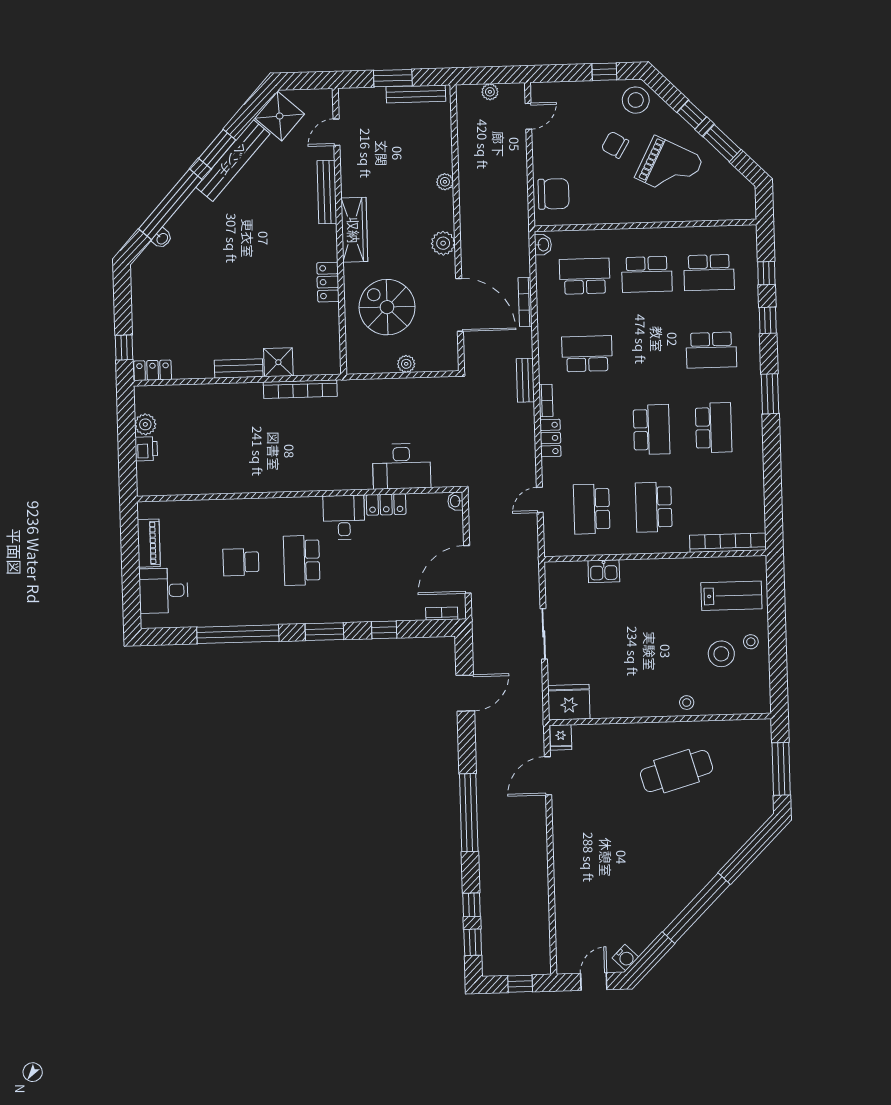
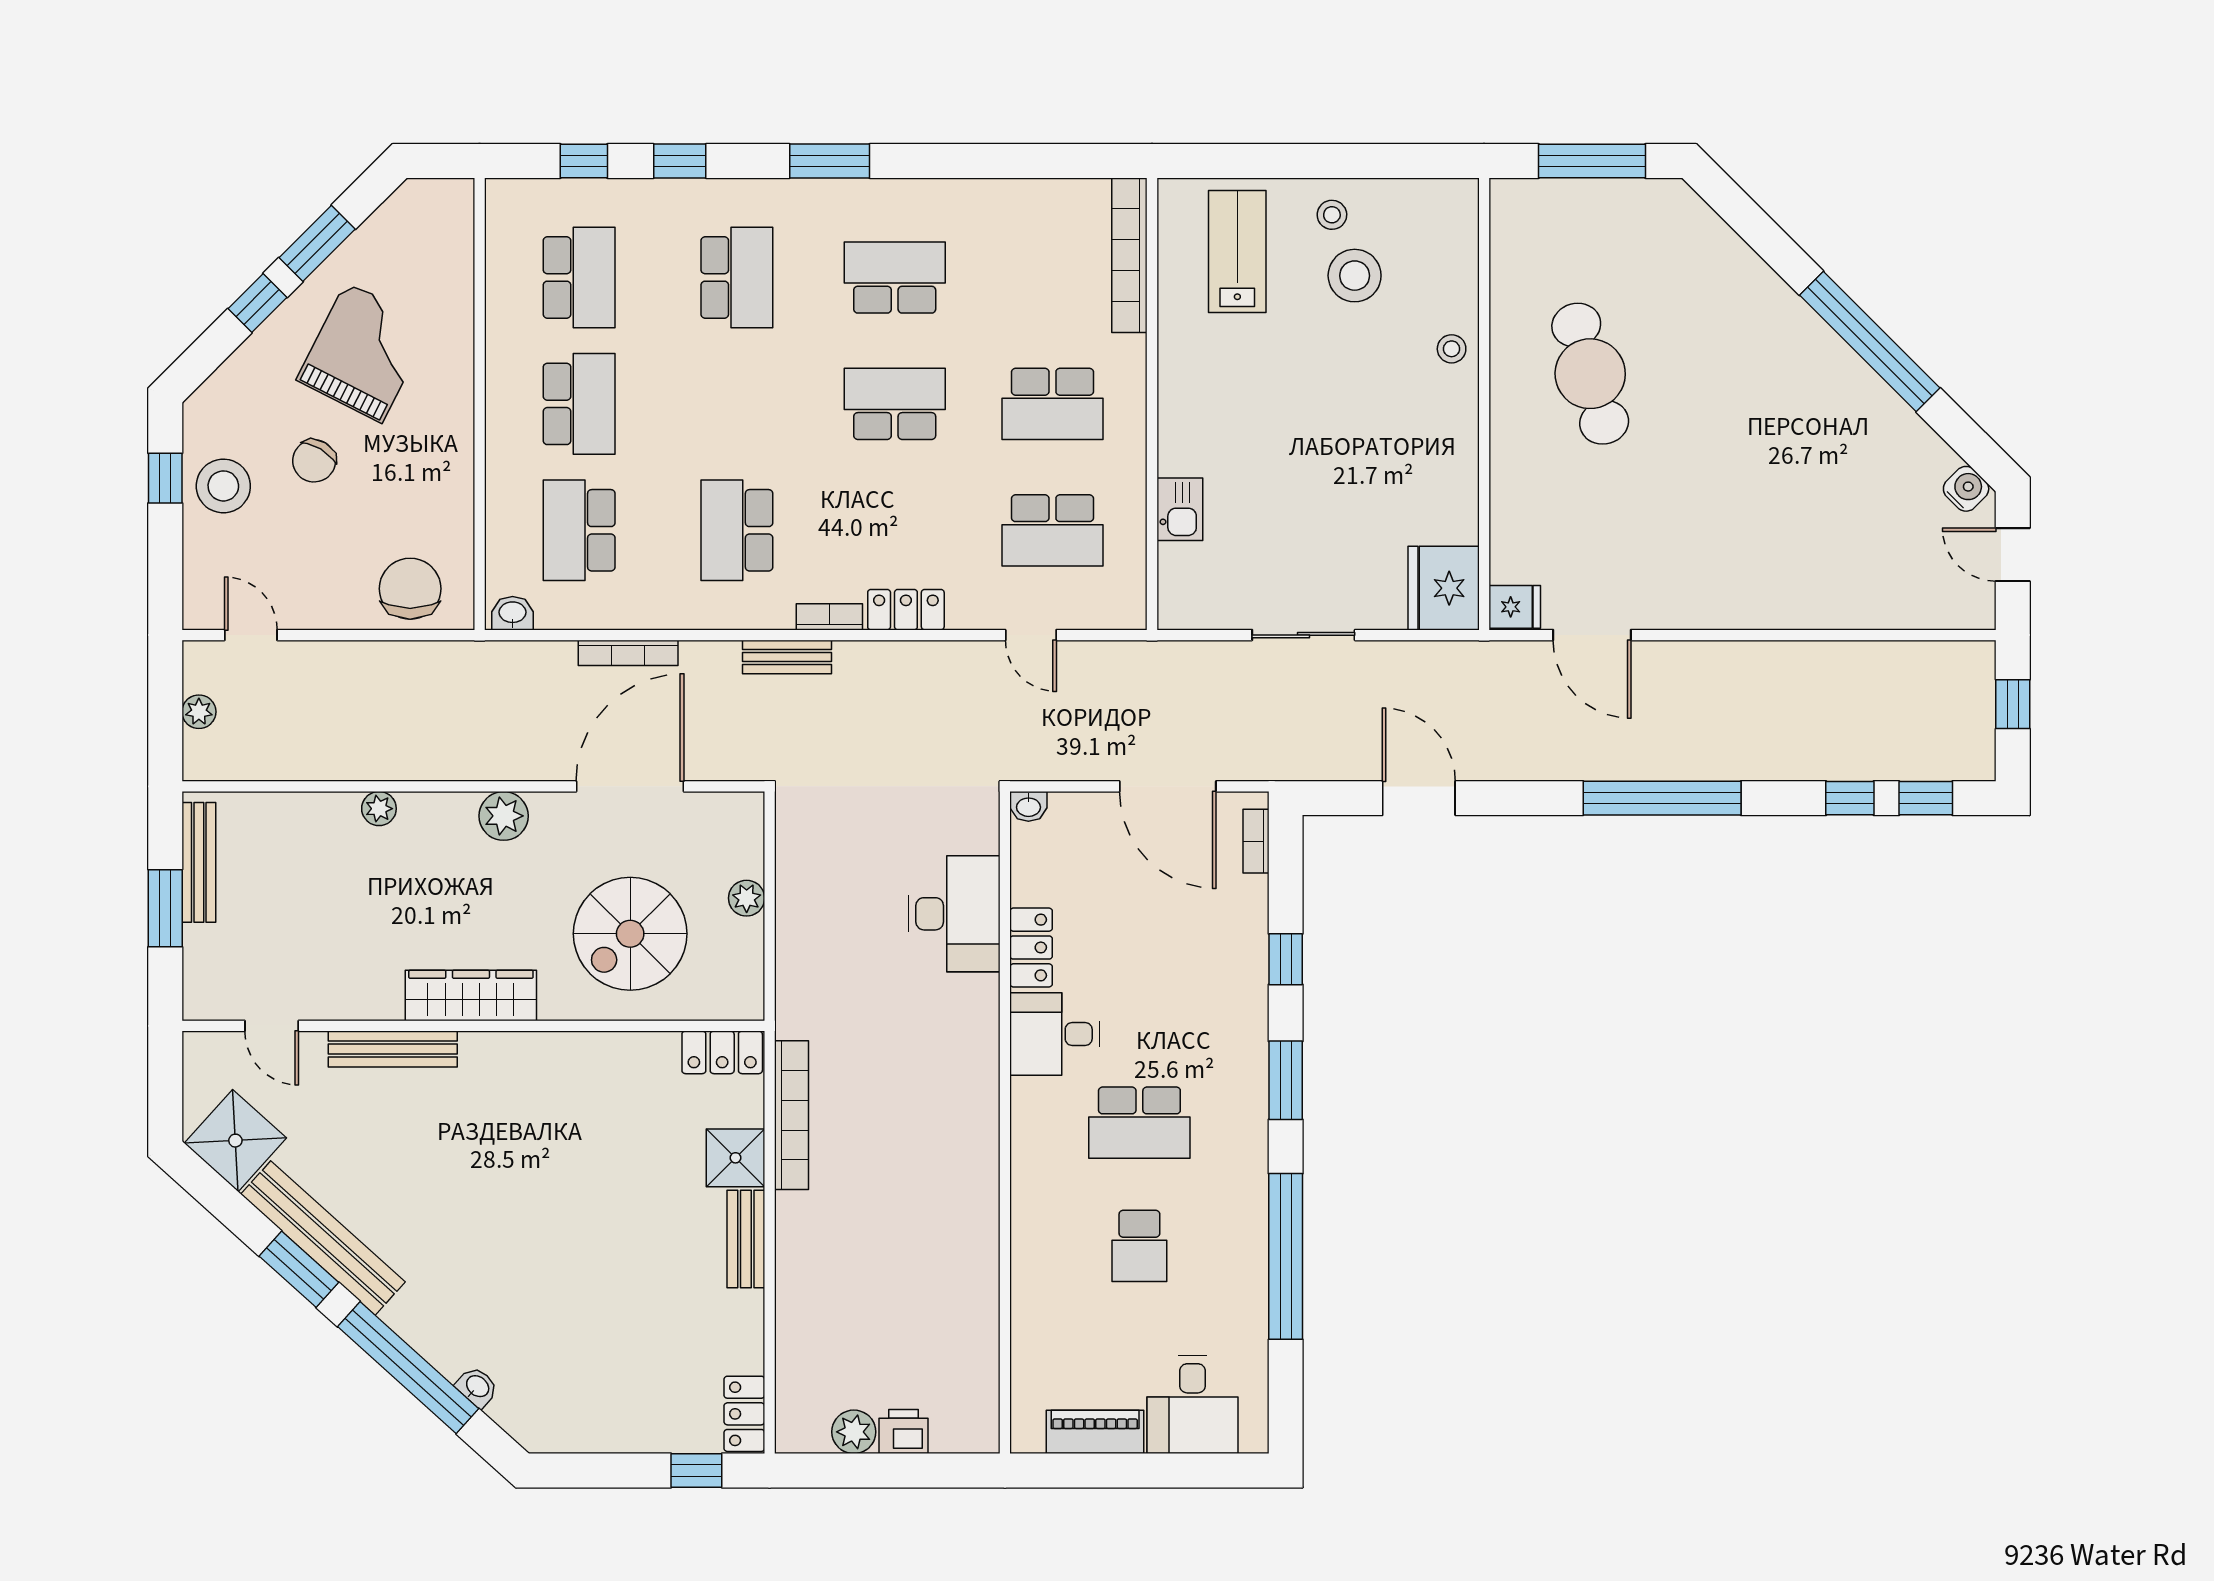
stool: (636, 100) -> (223, 486), moved
locker: (328, 282) -> (722, 1052), moved

